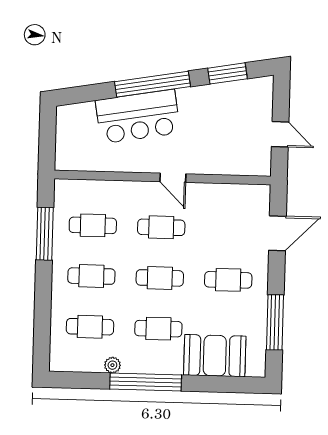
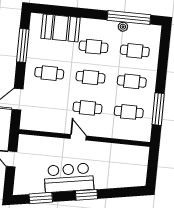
window: (153, 84) -> (86, 195), width x0.47
bar counter: (138, 117) -> (69, 178), moved
window: (146, 382) -> (129, 17), moved

